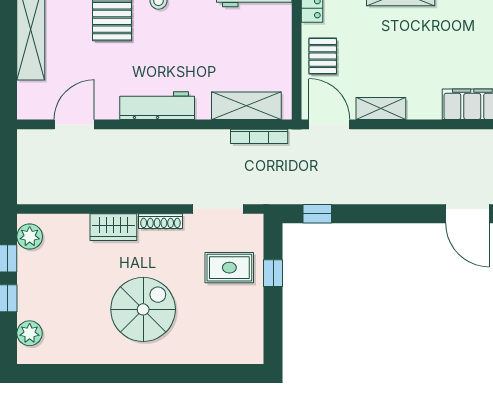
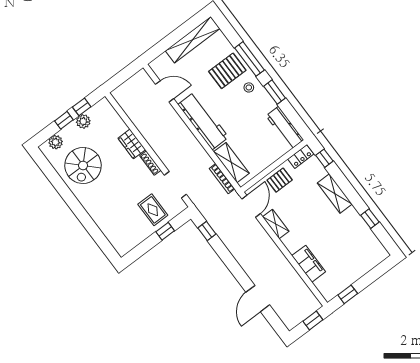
workbench: (157, 106) -> (203, 121), width x1.36, depth x1.32
plant: (30, 237) -> (83, 121), moved
spiral stairs: (143, 309) -> (83, 165), moved, turned 90

